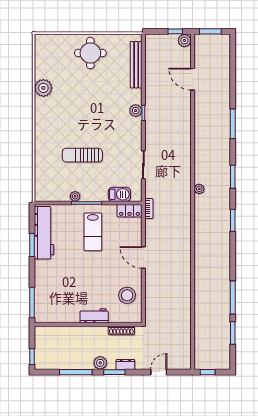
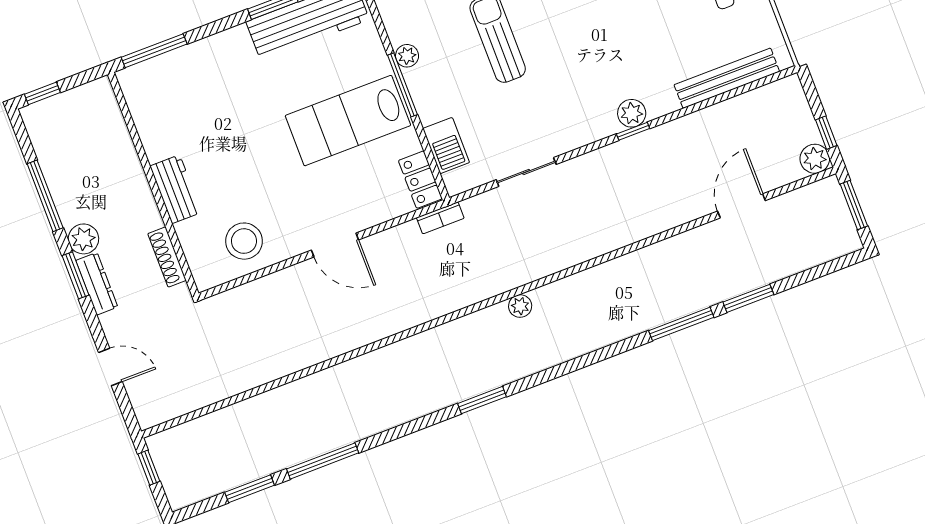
window: (233, 177) -> (748, 298), moved
lab bench: (93, 232) -> (348, 121), width x1.36, depth x1.39
door: (143, 257) -> (335, 245), swing flipped
dresser: (125, 364) -> (97, 284), width x1.44

